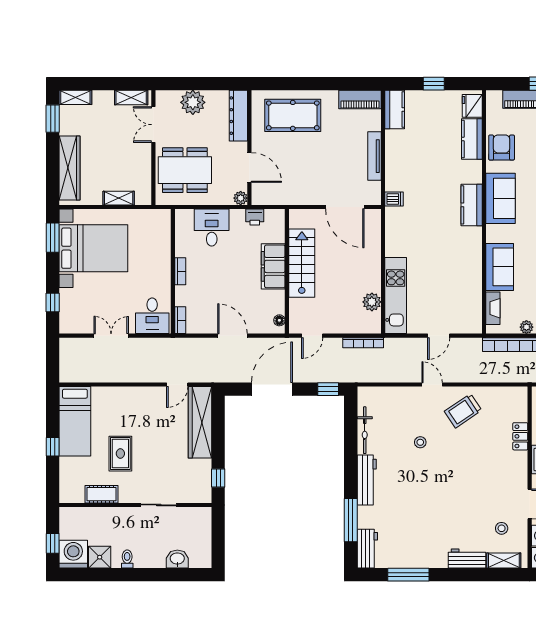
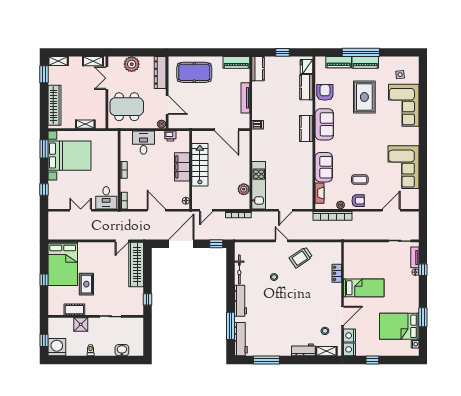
bed: (75, 421) -> (63, 264), width x1.50
workbench: (367, 549) -> (241, 339), width x1.38
shower: (100, 557) -> (81, 324), moved

